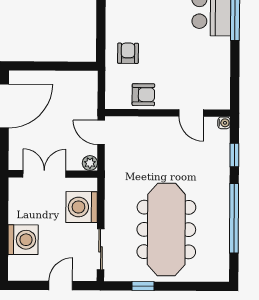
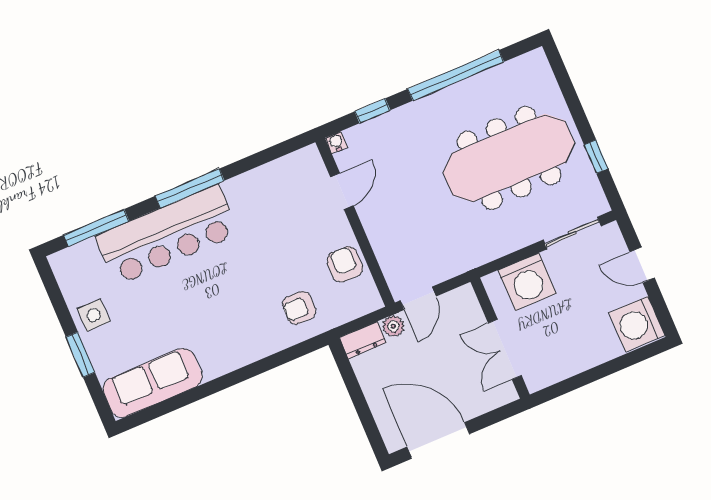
dresser: (90, 85) -> (363, 340), added
plant: (90, 163) -> (393, 326), moved
washing machine: (23, 240) -> (637, 324), moved, turned -90

